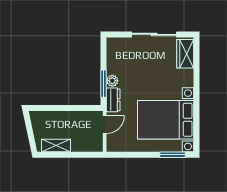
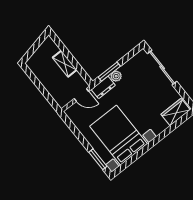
sliding door: (154, 34) -> (162, 68), moved
shelving: (56, 145) -> (65, 64), moved

